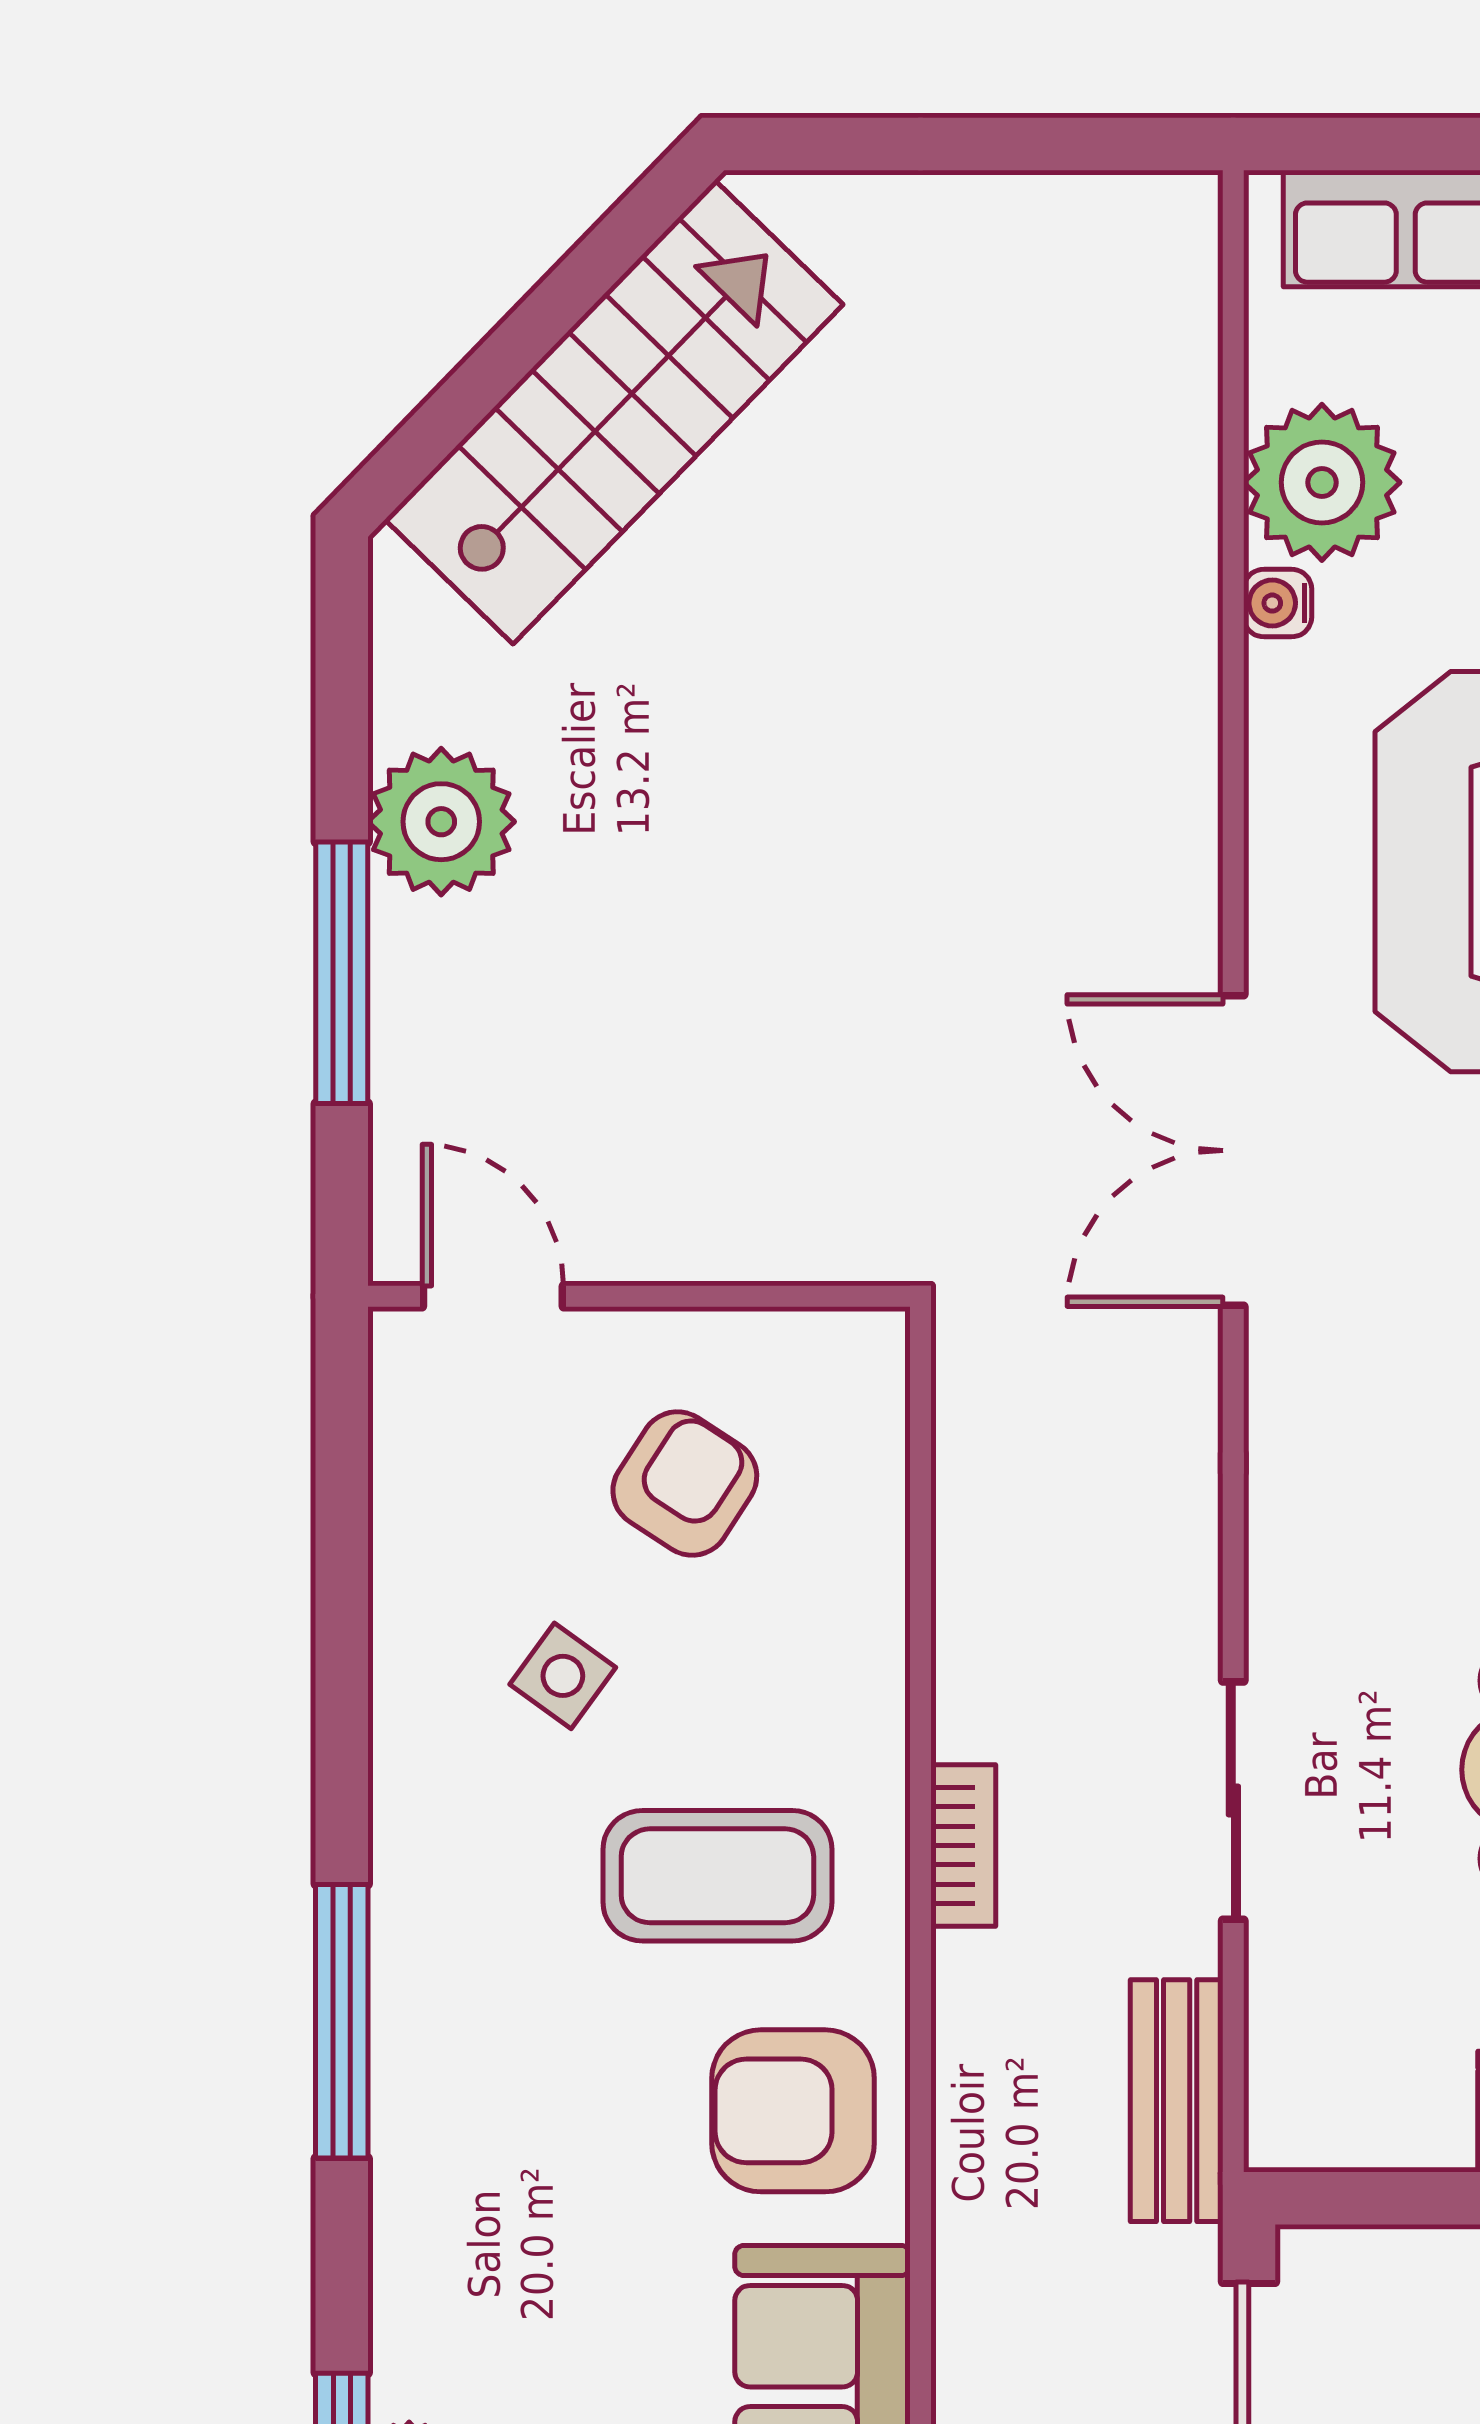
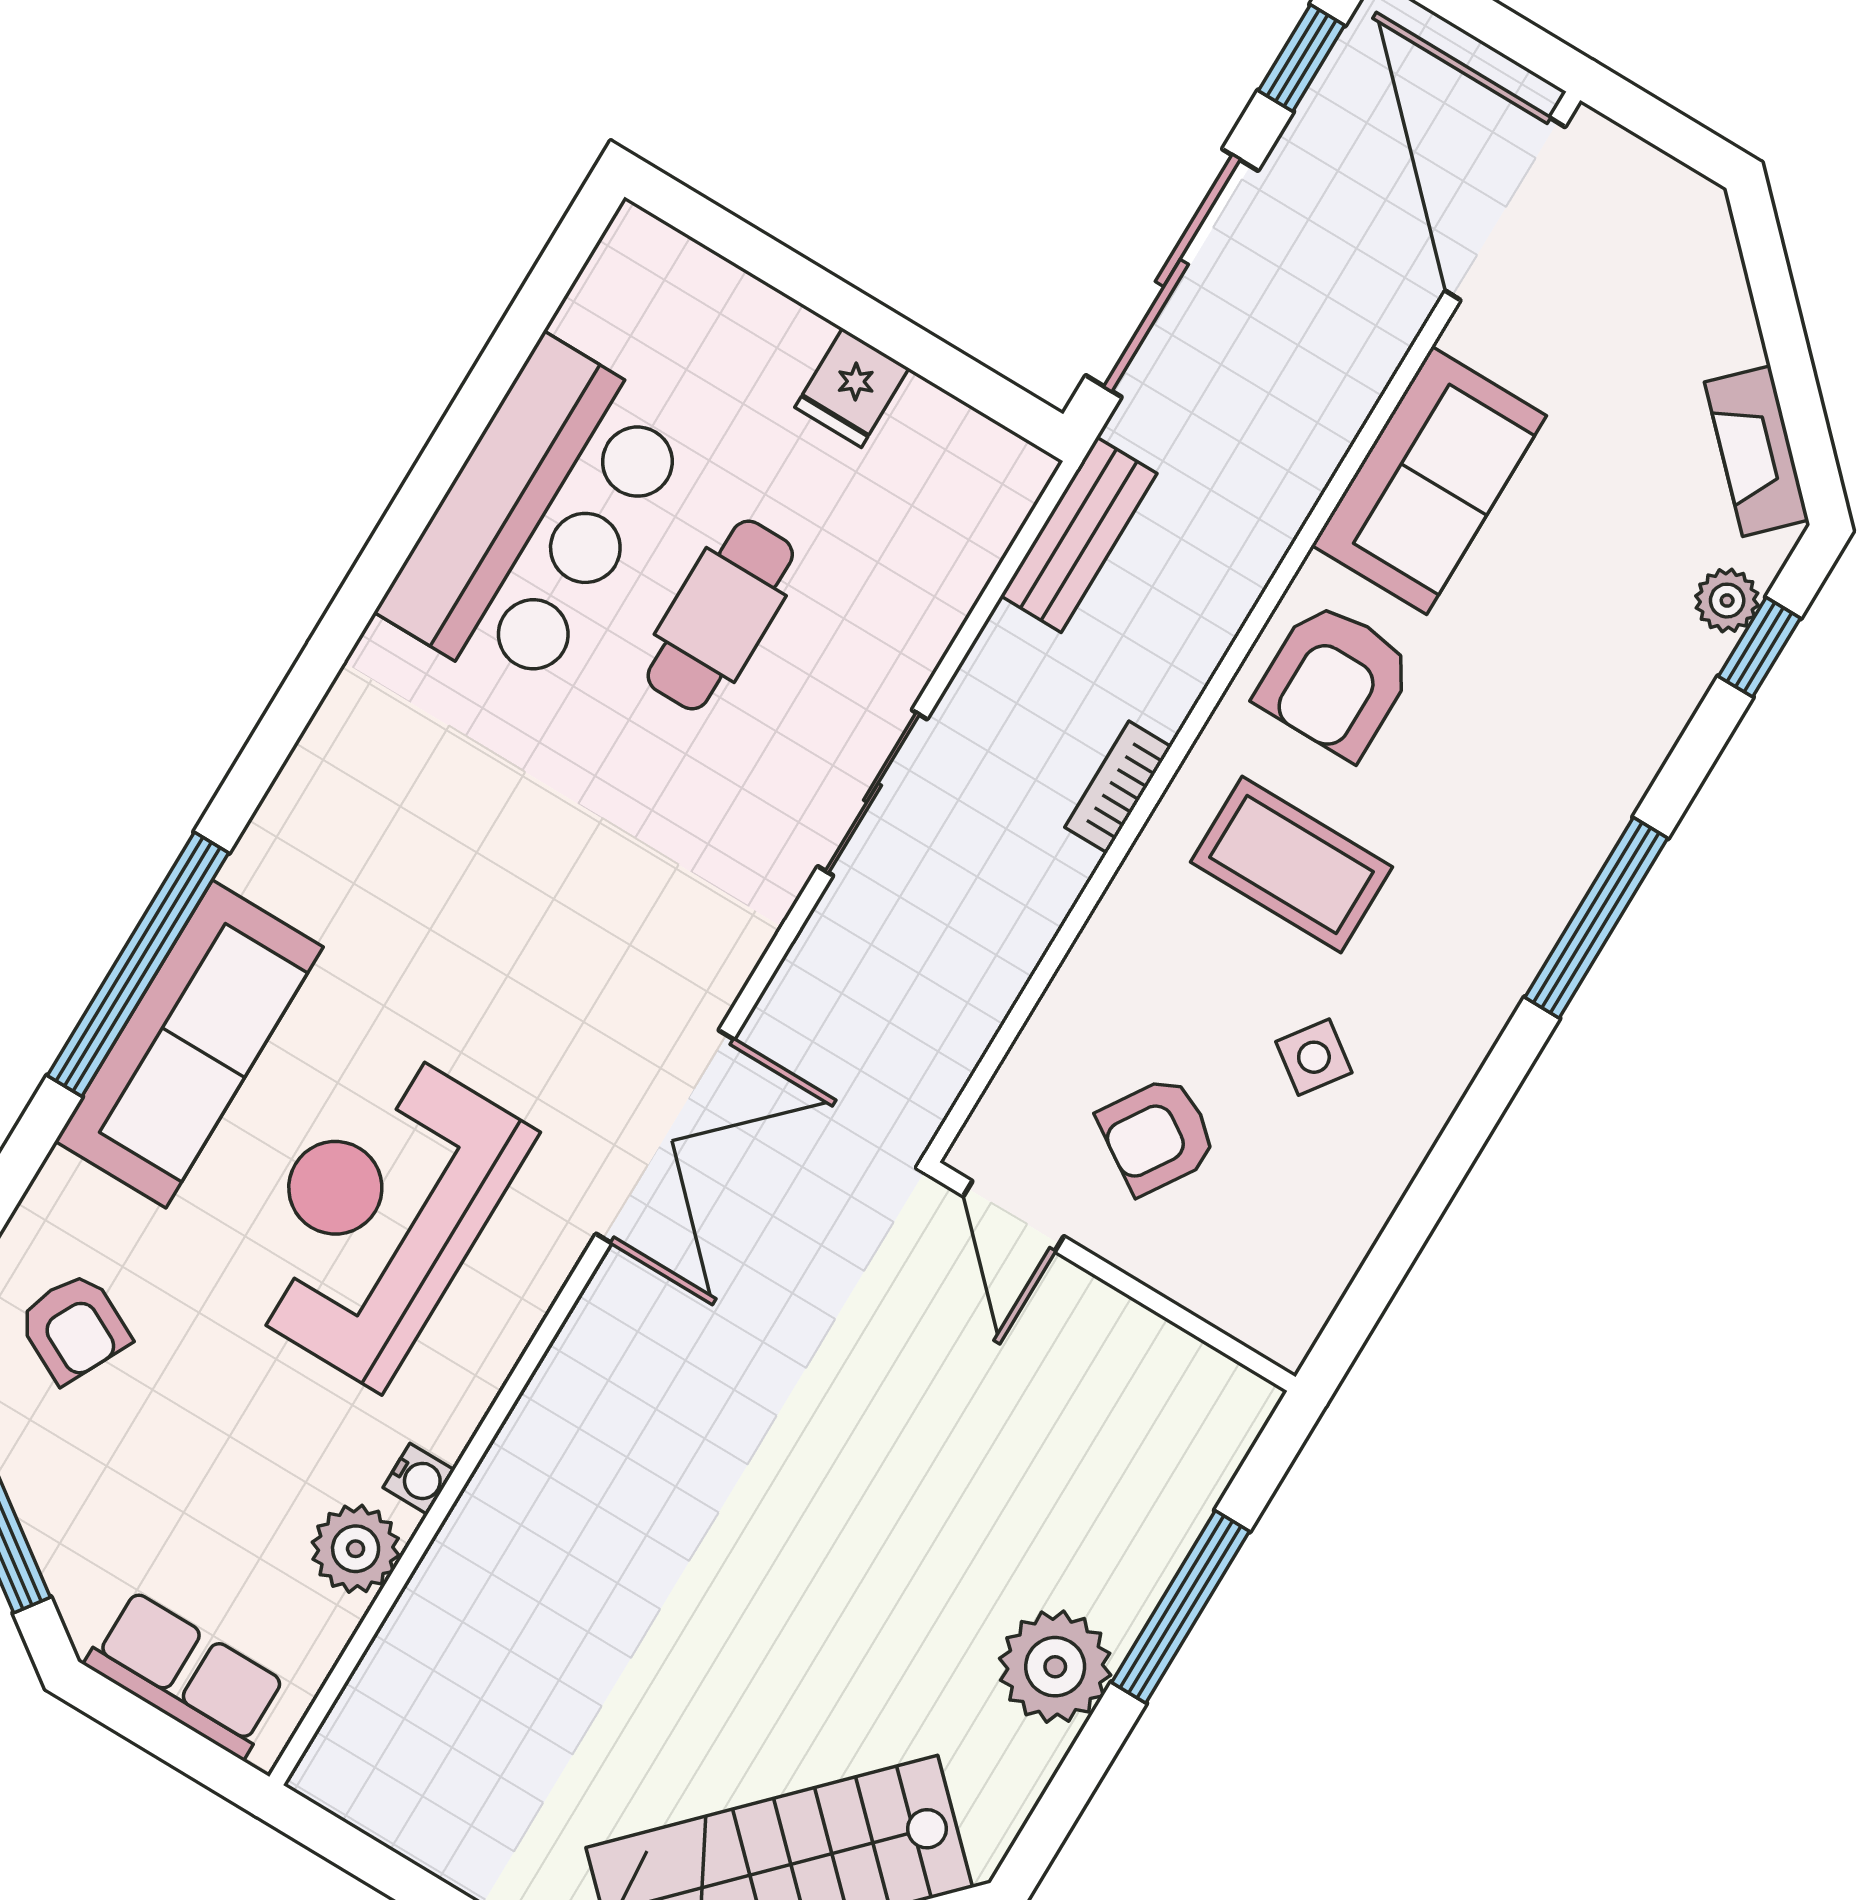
plant: (1322, 482) -> (356, 1549), width x0.73, depth x0.73
door: (493, 1296) -> (1014, 1216), moved
sliding door: (1233, 1801) -> (872, 793), moved
armchair: (793, 2111) -> (1335, 680), turned 90

